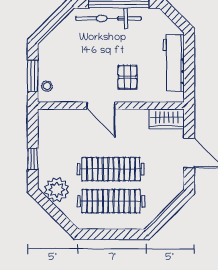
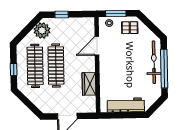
pallet: (127, 77) -> (130, 28), moved
door: (101, 106) -> (97, 46), moved
wardrobe: (166, 119) -> (89, 84), moved
window: (116, 234) -> (14, 69), added

